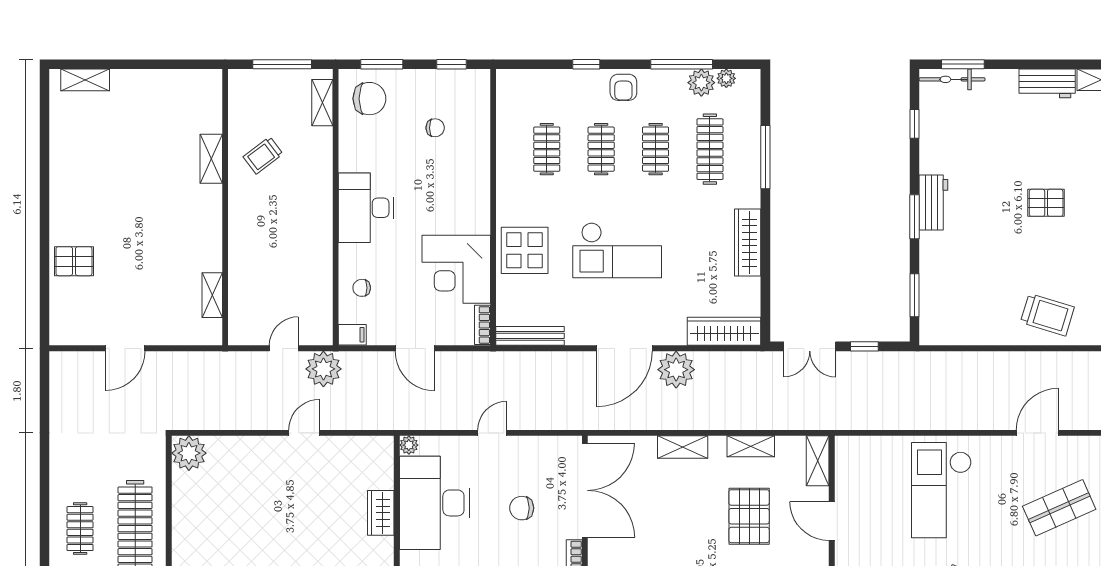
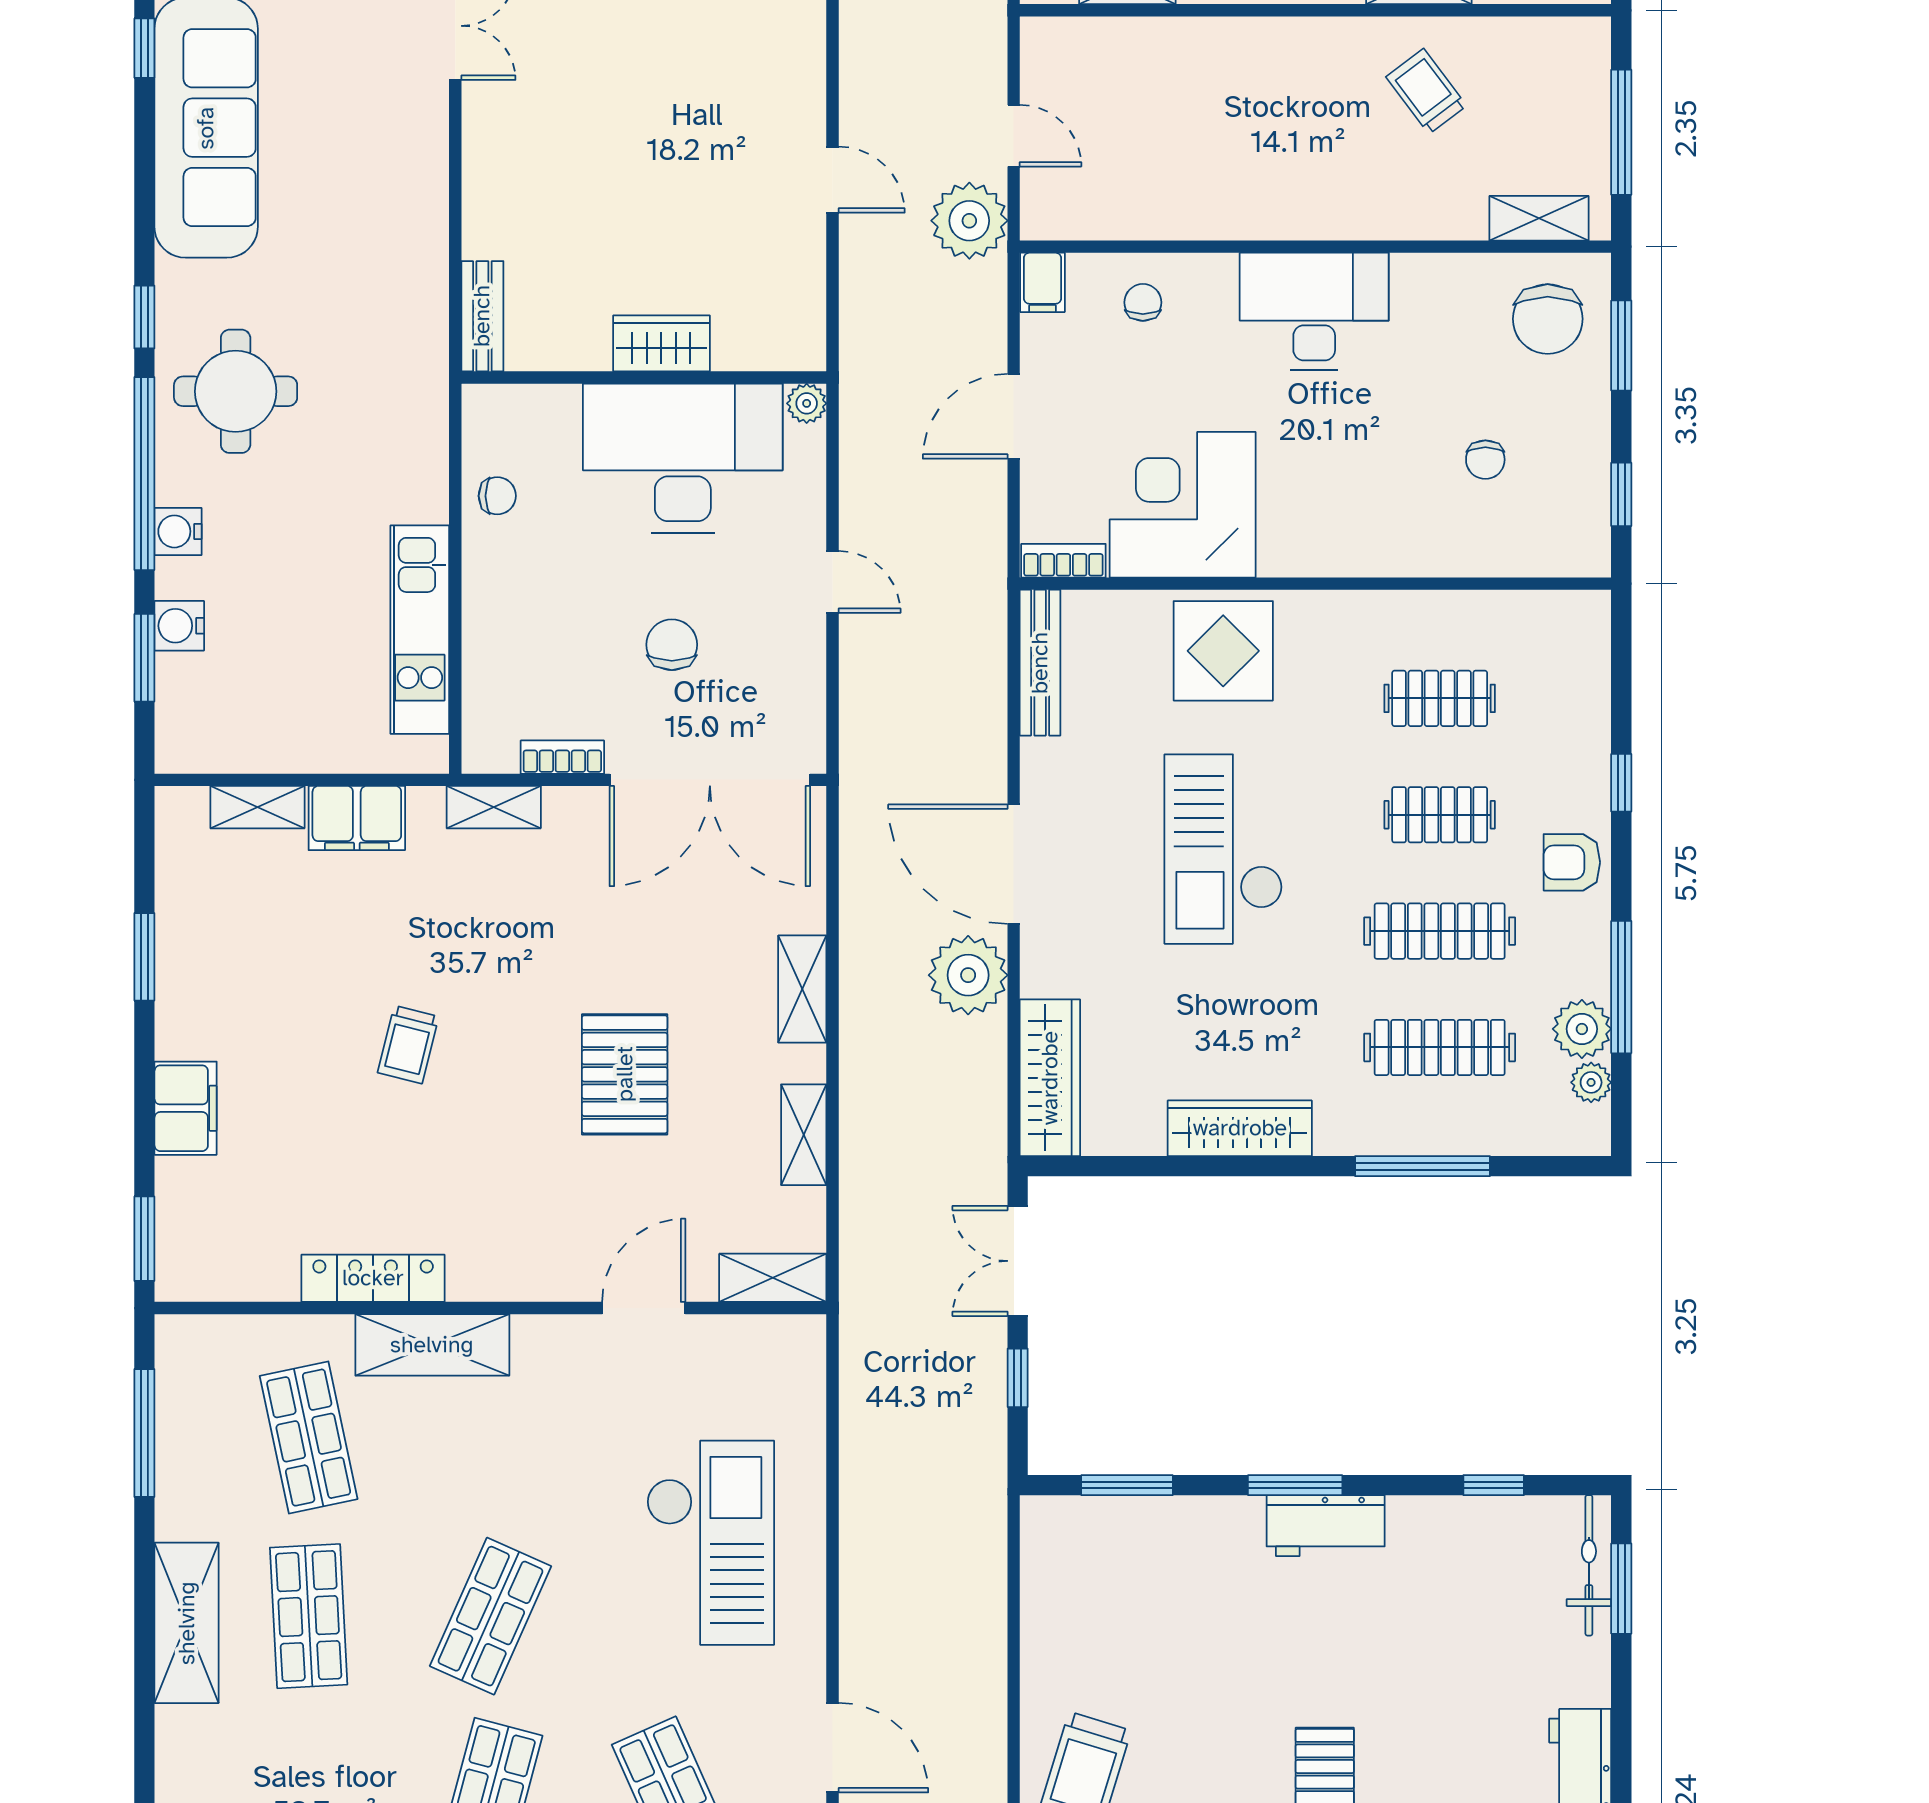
clothes rail: (656, 149) -> (1440, 931), width x1.36
checkout: (941, 490) -> (710, 1543), turned 90
pallet: (749, 516) -> (625, 1074), moved, turned 90

